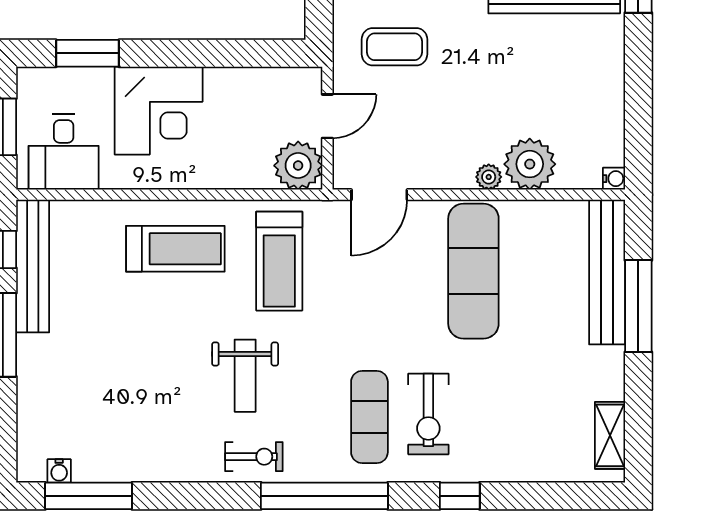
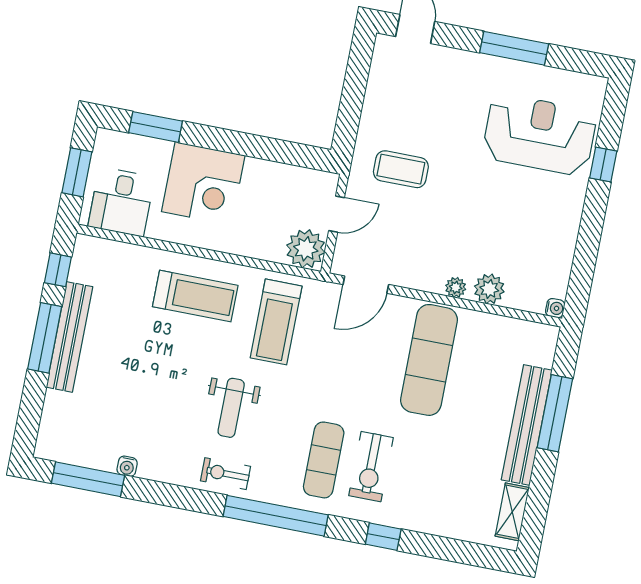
plant: (530, 164) -> (489, 289), width x0.73, depth x0.73
bench: (33, 266) -> (69, 337), moved
bench: (607, 272) -> (527, 425), moved
exercise bike: (254, 457) -> (226, 474), turned 180
water cooler: (59, 471) -> (127, 466), moved

